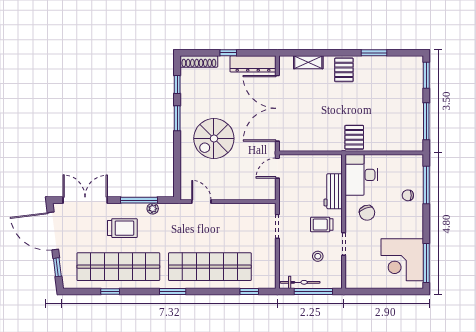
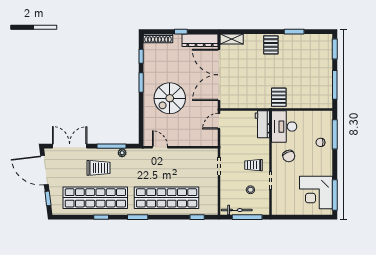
shelving: (308, 62) -> (232, 39), moved
workbench: (333, 191) -> (262, 124), moved
window: (110, 291) -> (101, 217), moved

